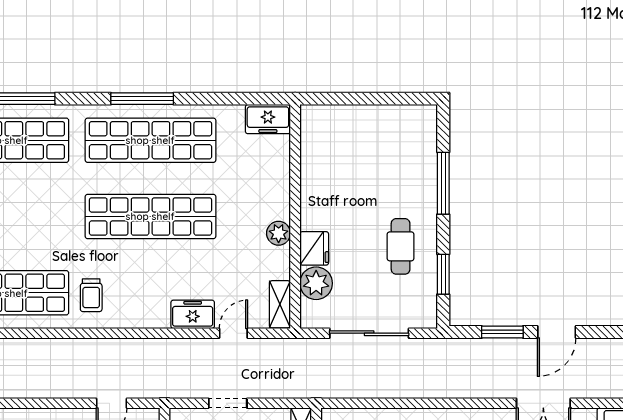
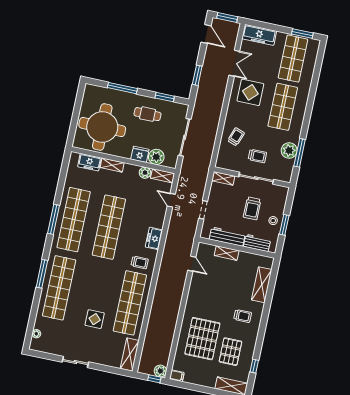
freezer: (268, 119) -> (89, 162), moved, turned 90
round table: (354, 159) -> (102, 127), added
shelving: (280, 196) -> (112, 165), added
plant: (279, 233) -> (145, 173), moved
freezer: (193, 314) -> (154, 238), moved
door: (557, 332) -> (206, 34), moved

